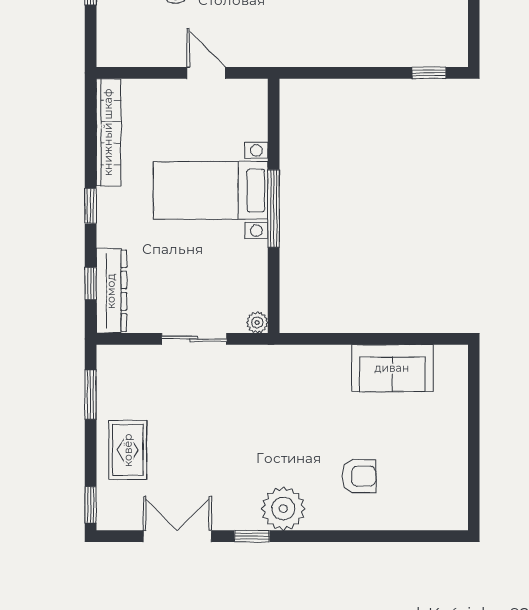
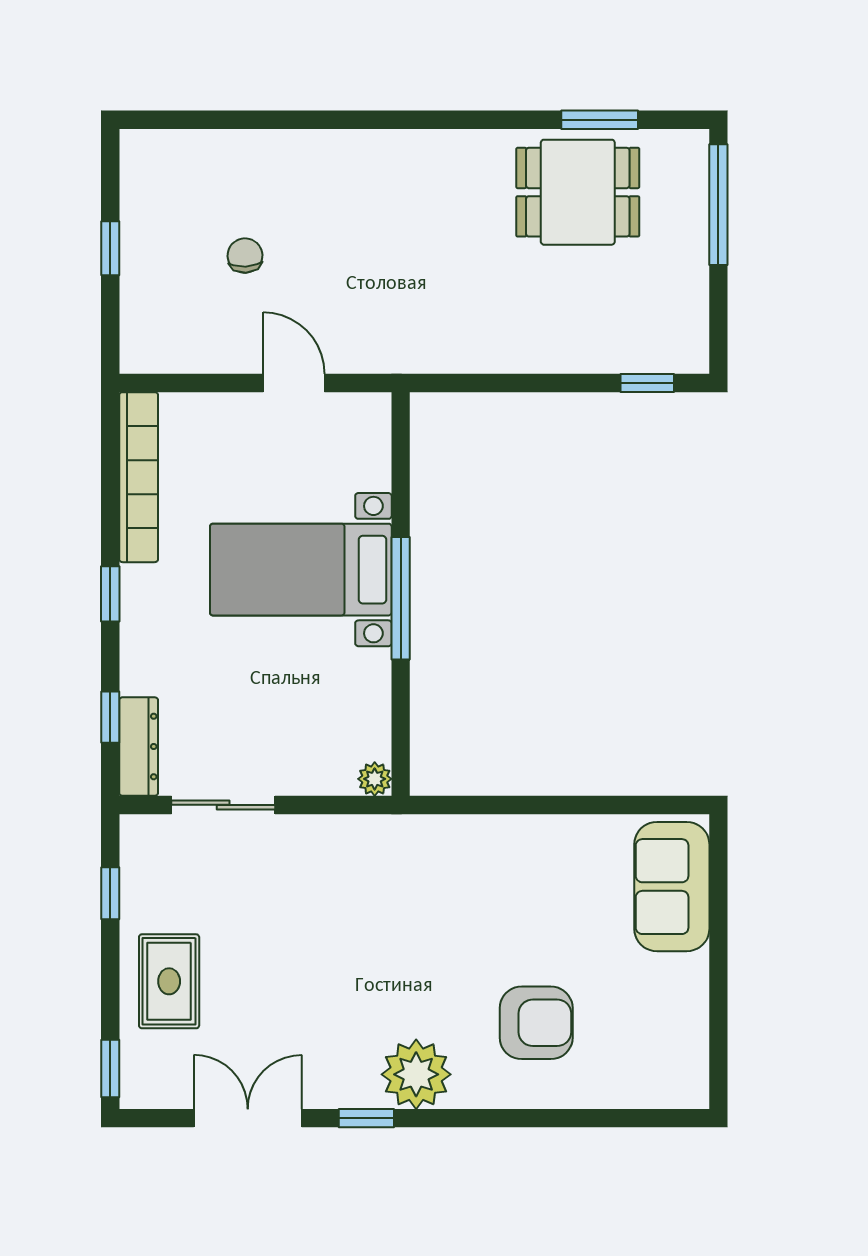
dresser: (111, 291) -> (139, 747), width x0.73, depth x0.80
sliding door: (194, 339) -> (223, 805), moved
sofa: (392, 368) -> (672, 887), moved, turned 90
window: (91, 395) -> (110, 893), width x0.67
armchair: (359, 476) -> (536, 1023), width x1.38, depth x1.38

